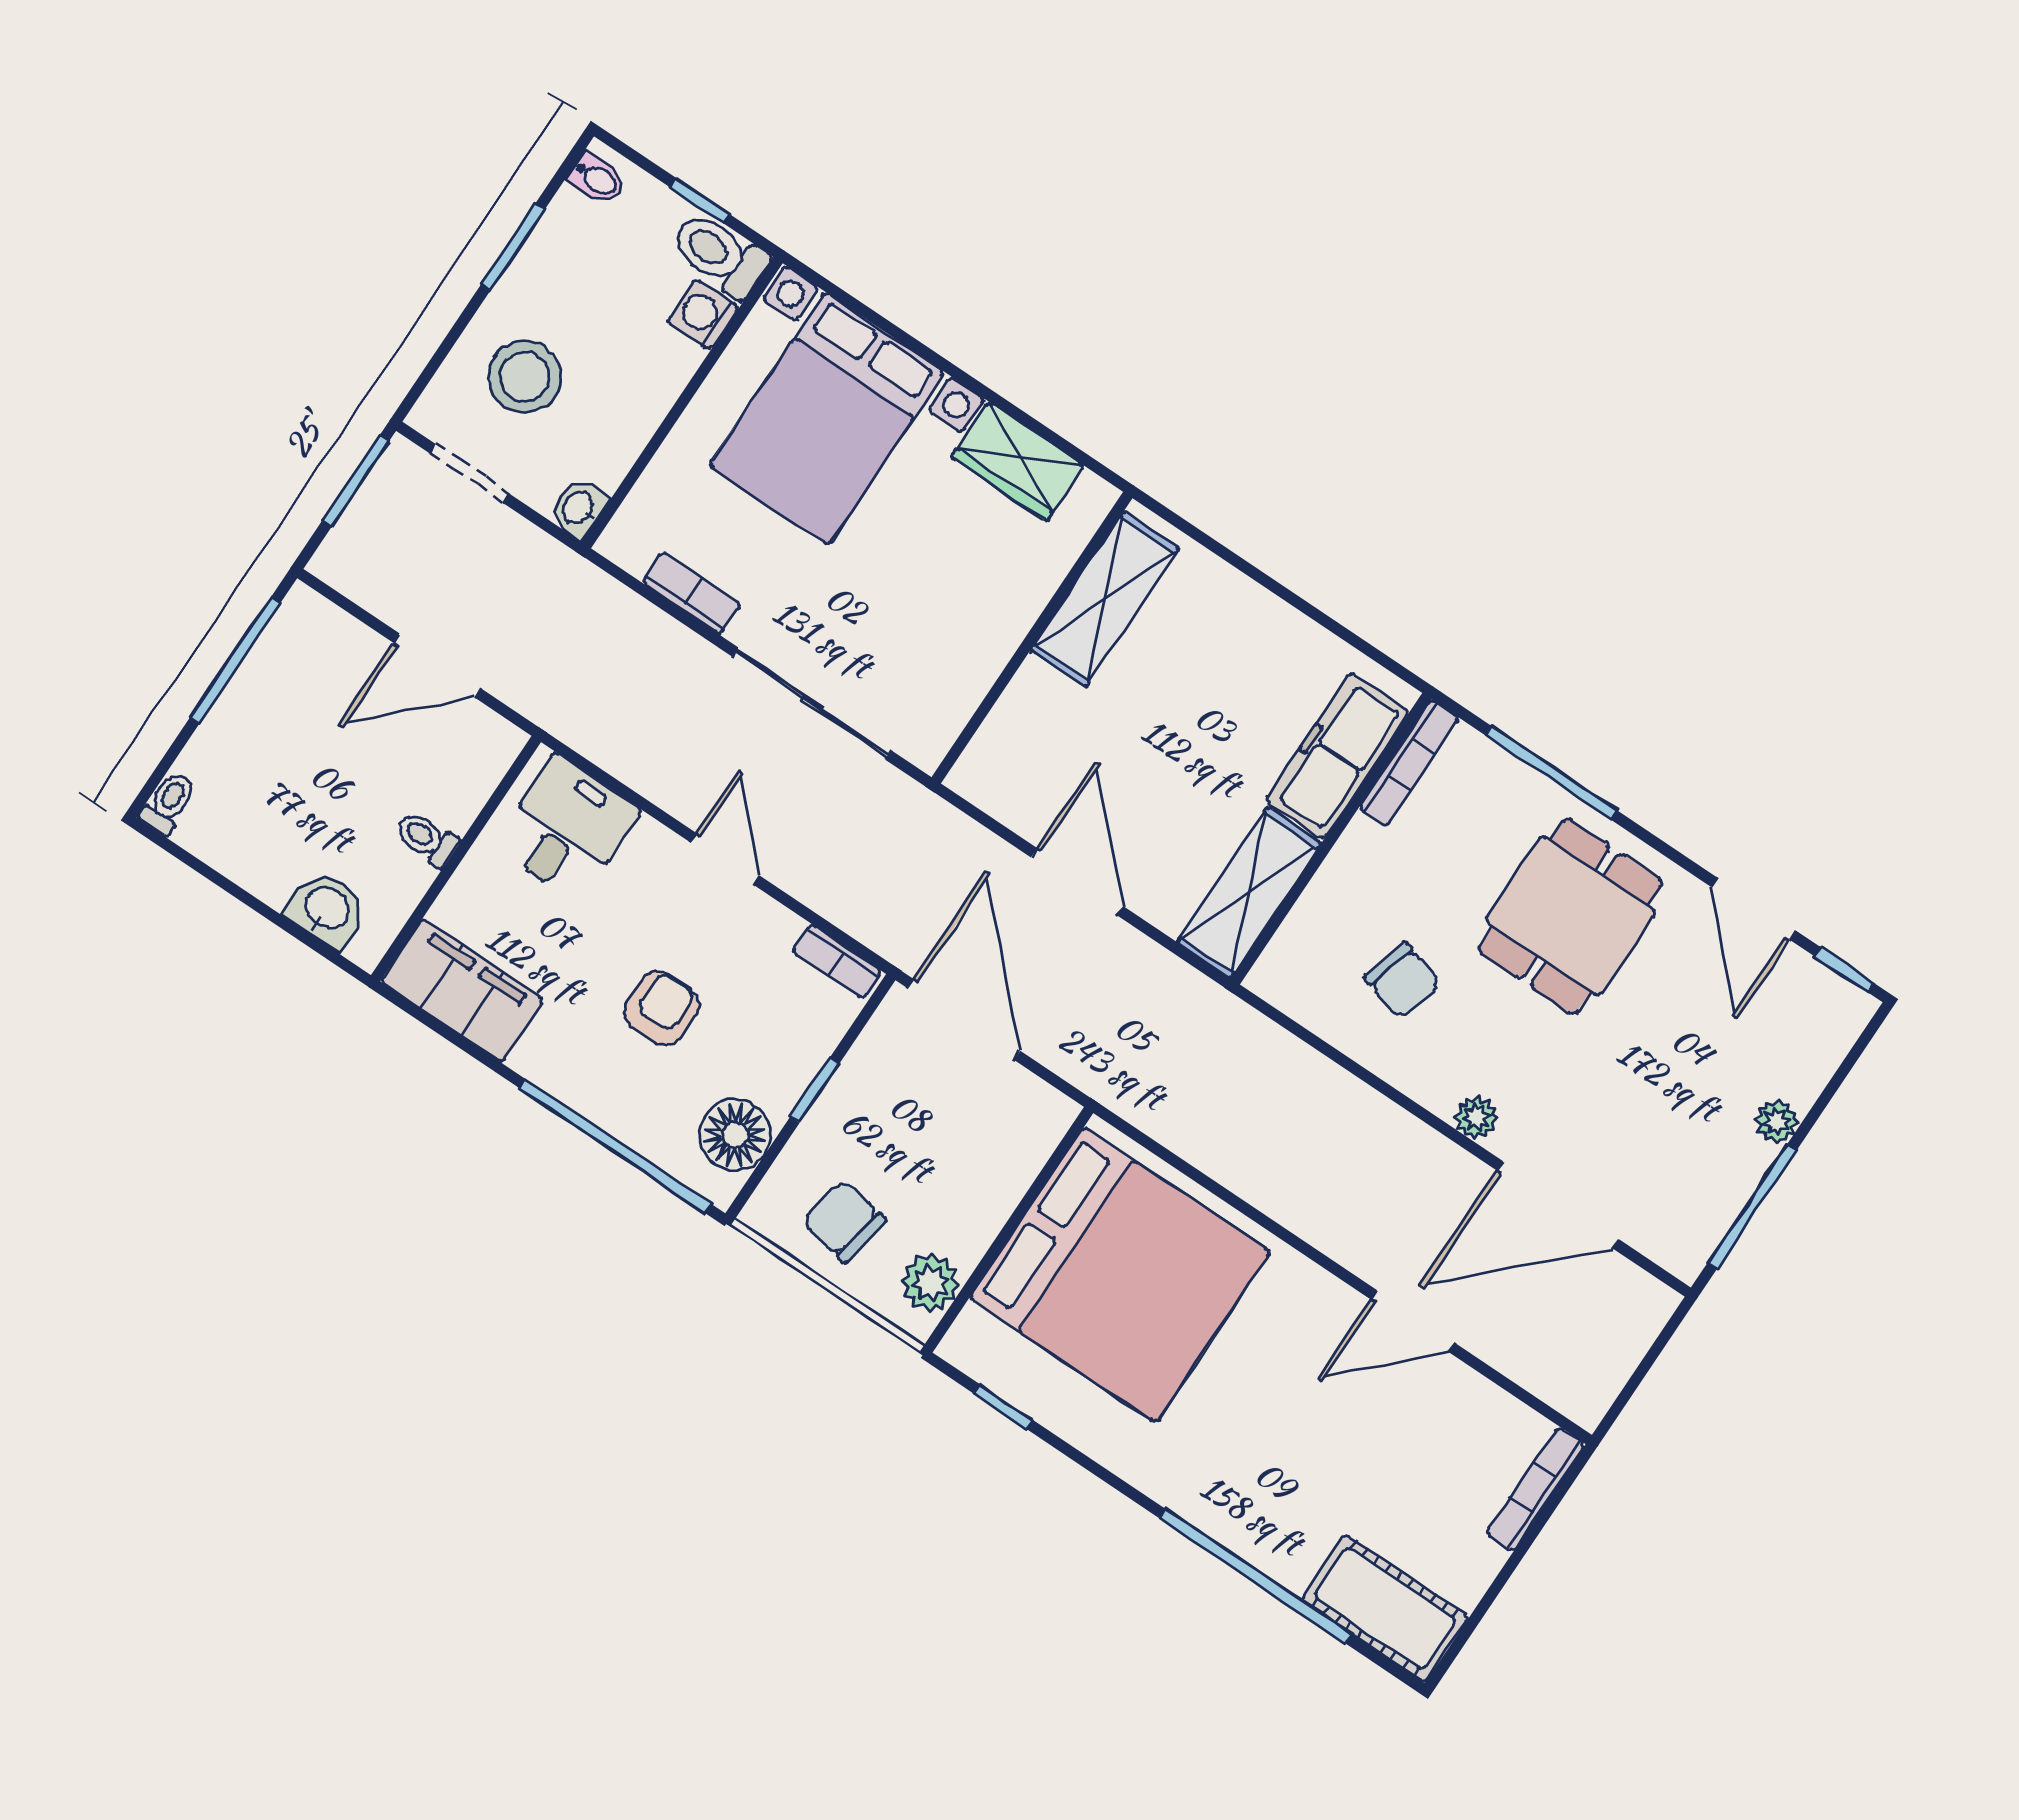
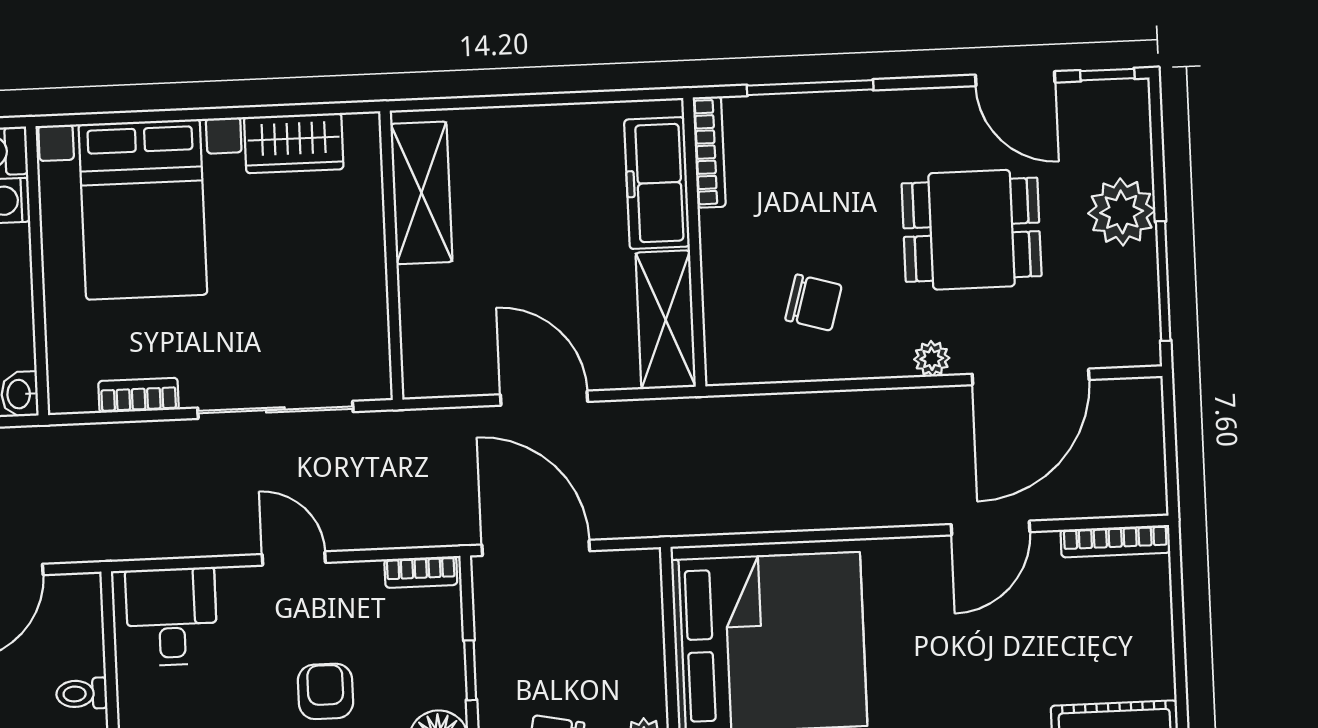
dining table: (1570, 916) -> (972, 230), moved, turned 90
plant: (1777, 1122) -> (1122, 212), width x1.88, depth x1.88
bookcase: (1536, 1489) -> (1115, 541), moved, turned -90

